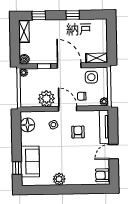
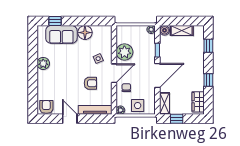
wardrobe: (95, 25) -> (198, 102), added
shelving: (24, 31) -> (182, 31), moved
window: (112, 46) -> (177, 119), added
side table: (91, 77) -> (138, 106), moved
floor lamp: (28, 125) -> (85, 33), moved

